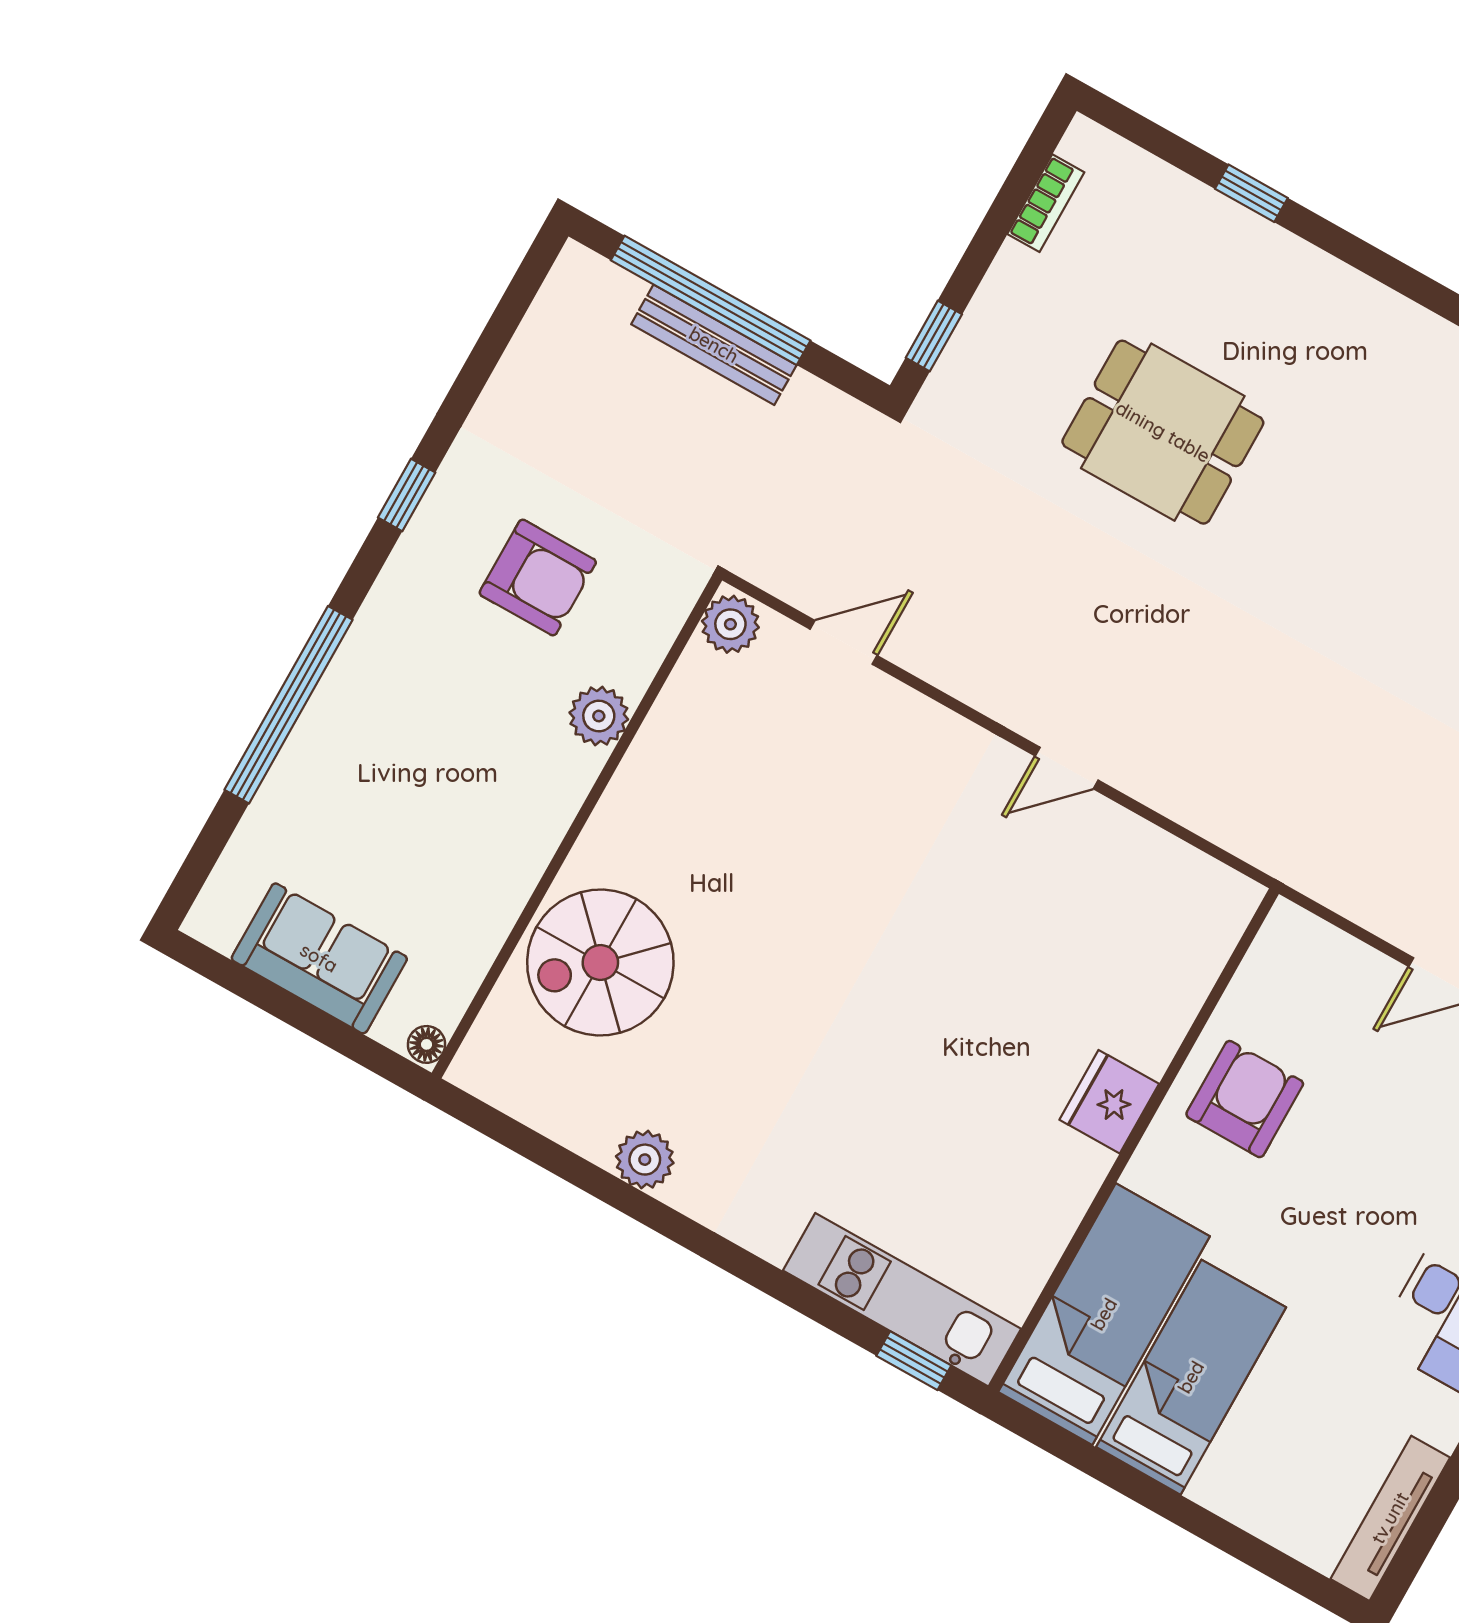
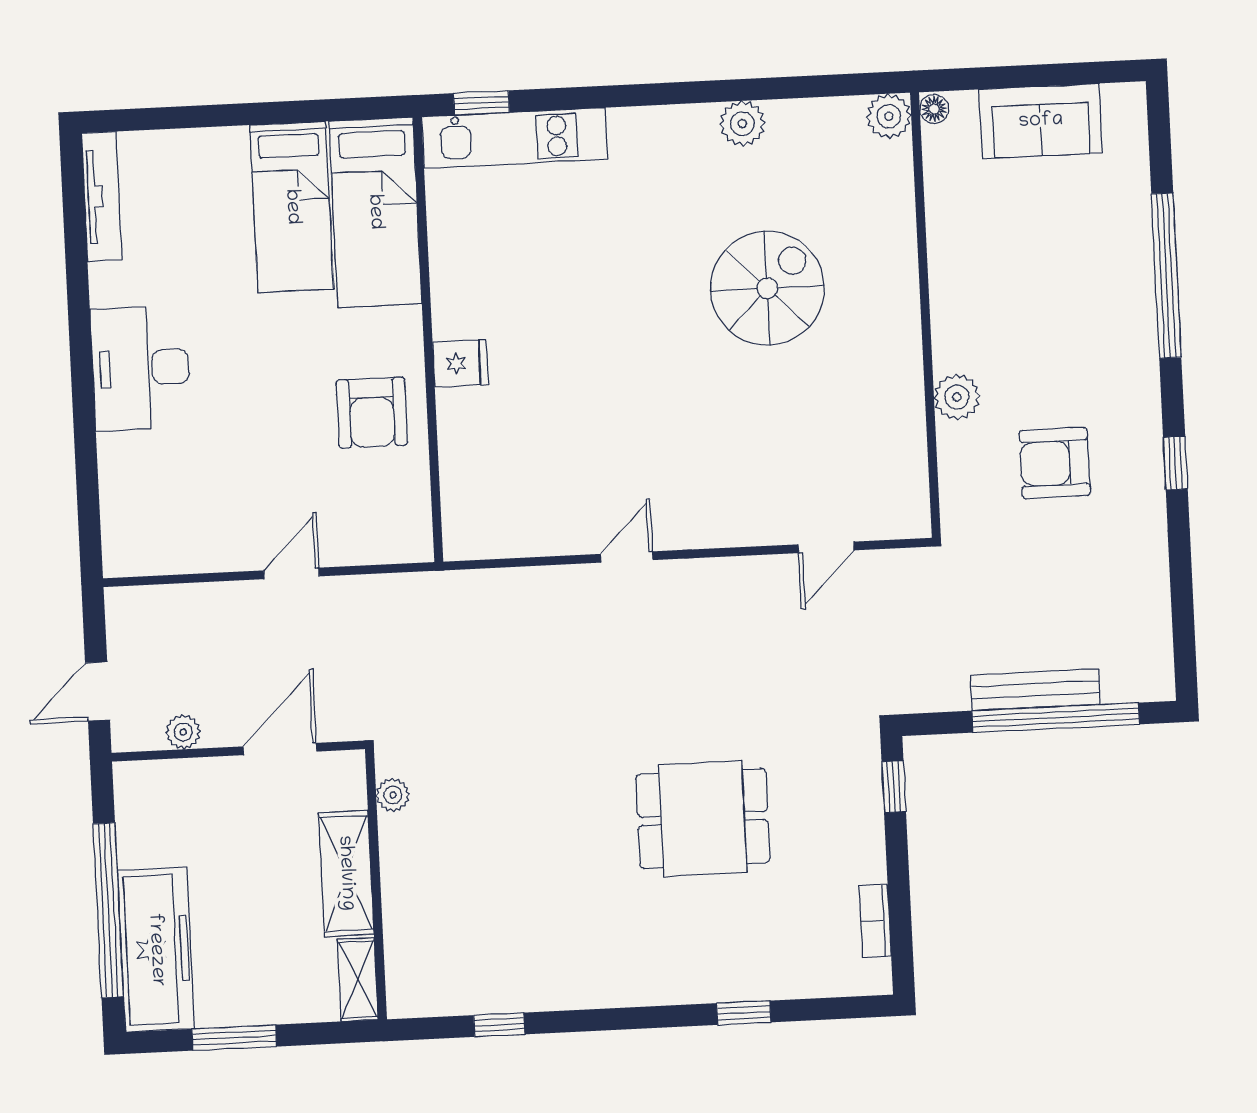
plant: (730, 624) -> (889, 116), moved
spiral stairs: (600, 963) -> (767, 288), moved
fridge: (1109, 1102) -> (461, 363), width x0.72

